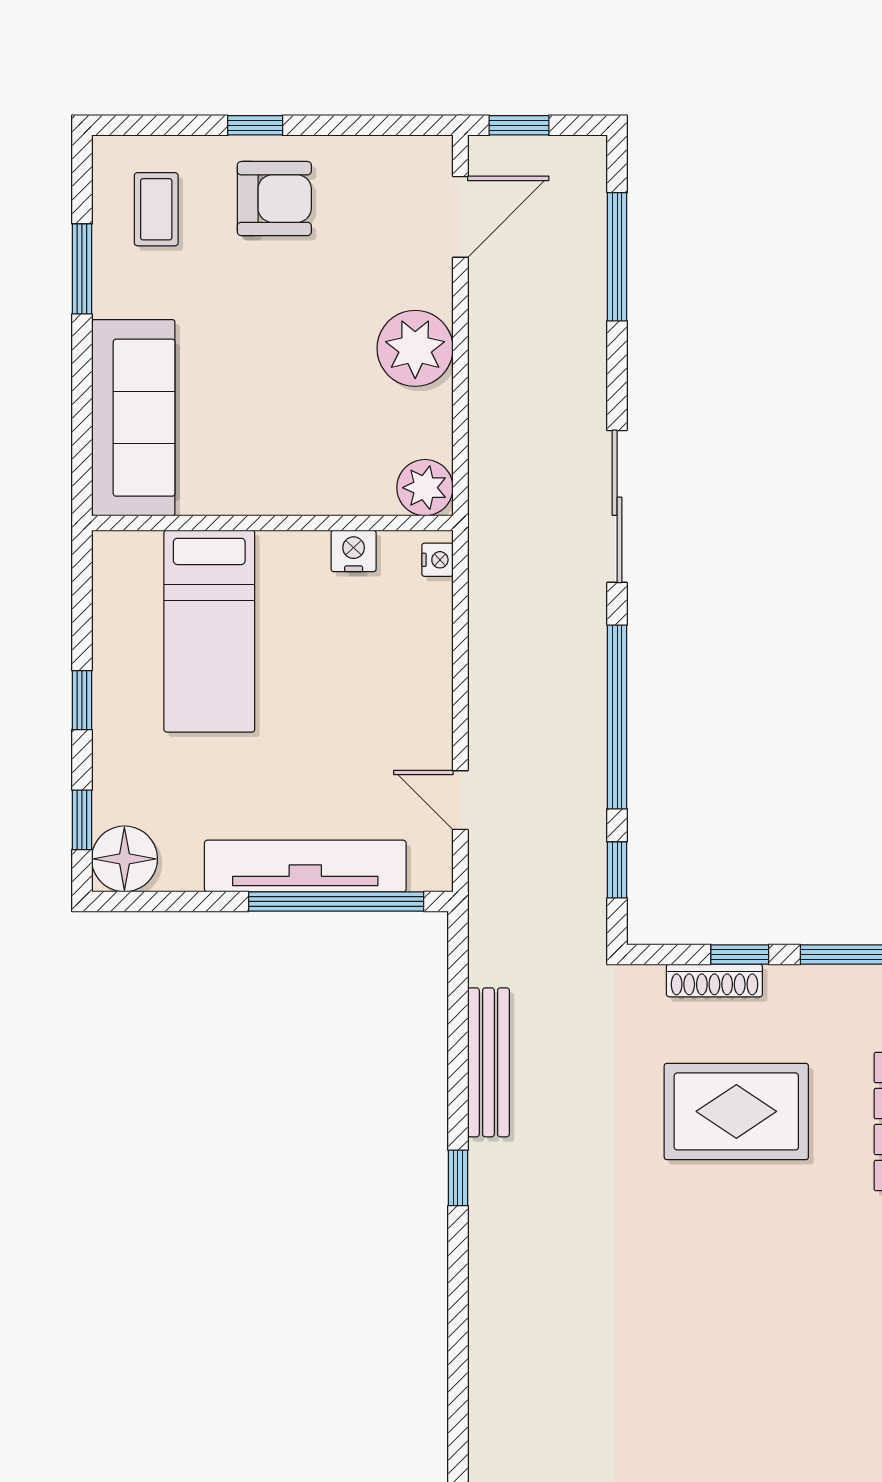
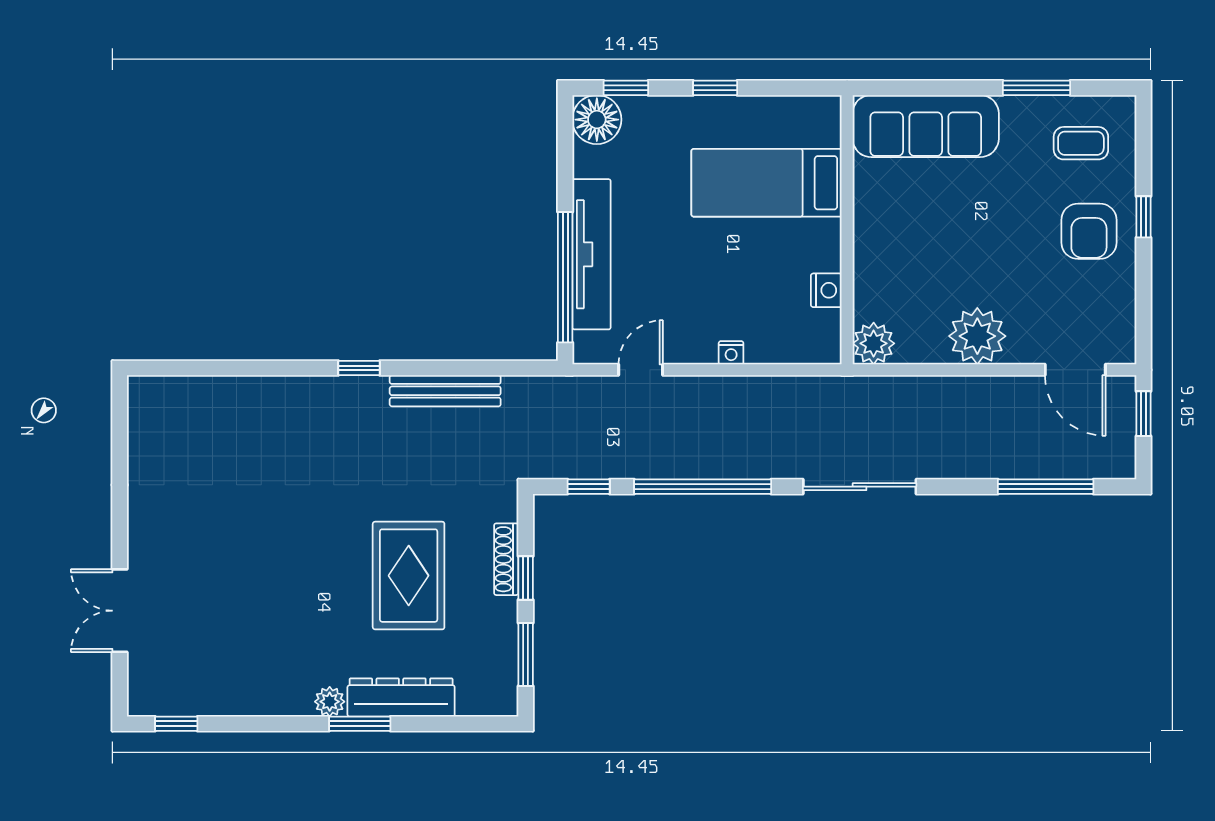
nightstand: (437, 560) -> (731, 353), moved

